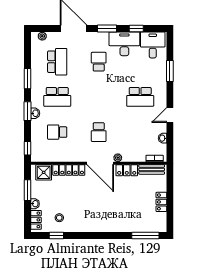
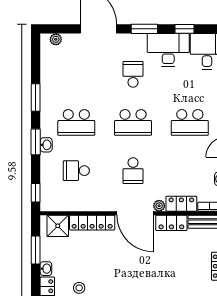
school desk: (57, 62) -> (133, 122), moved, turned 90
locker: (134, 156) -> (181, 204), added

